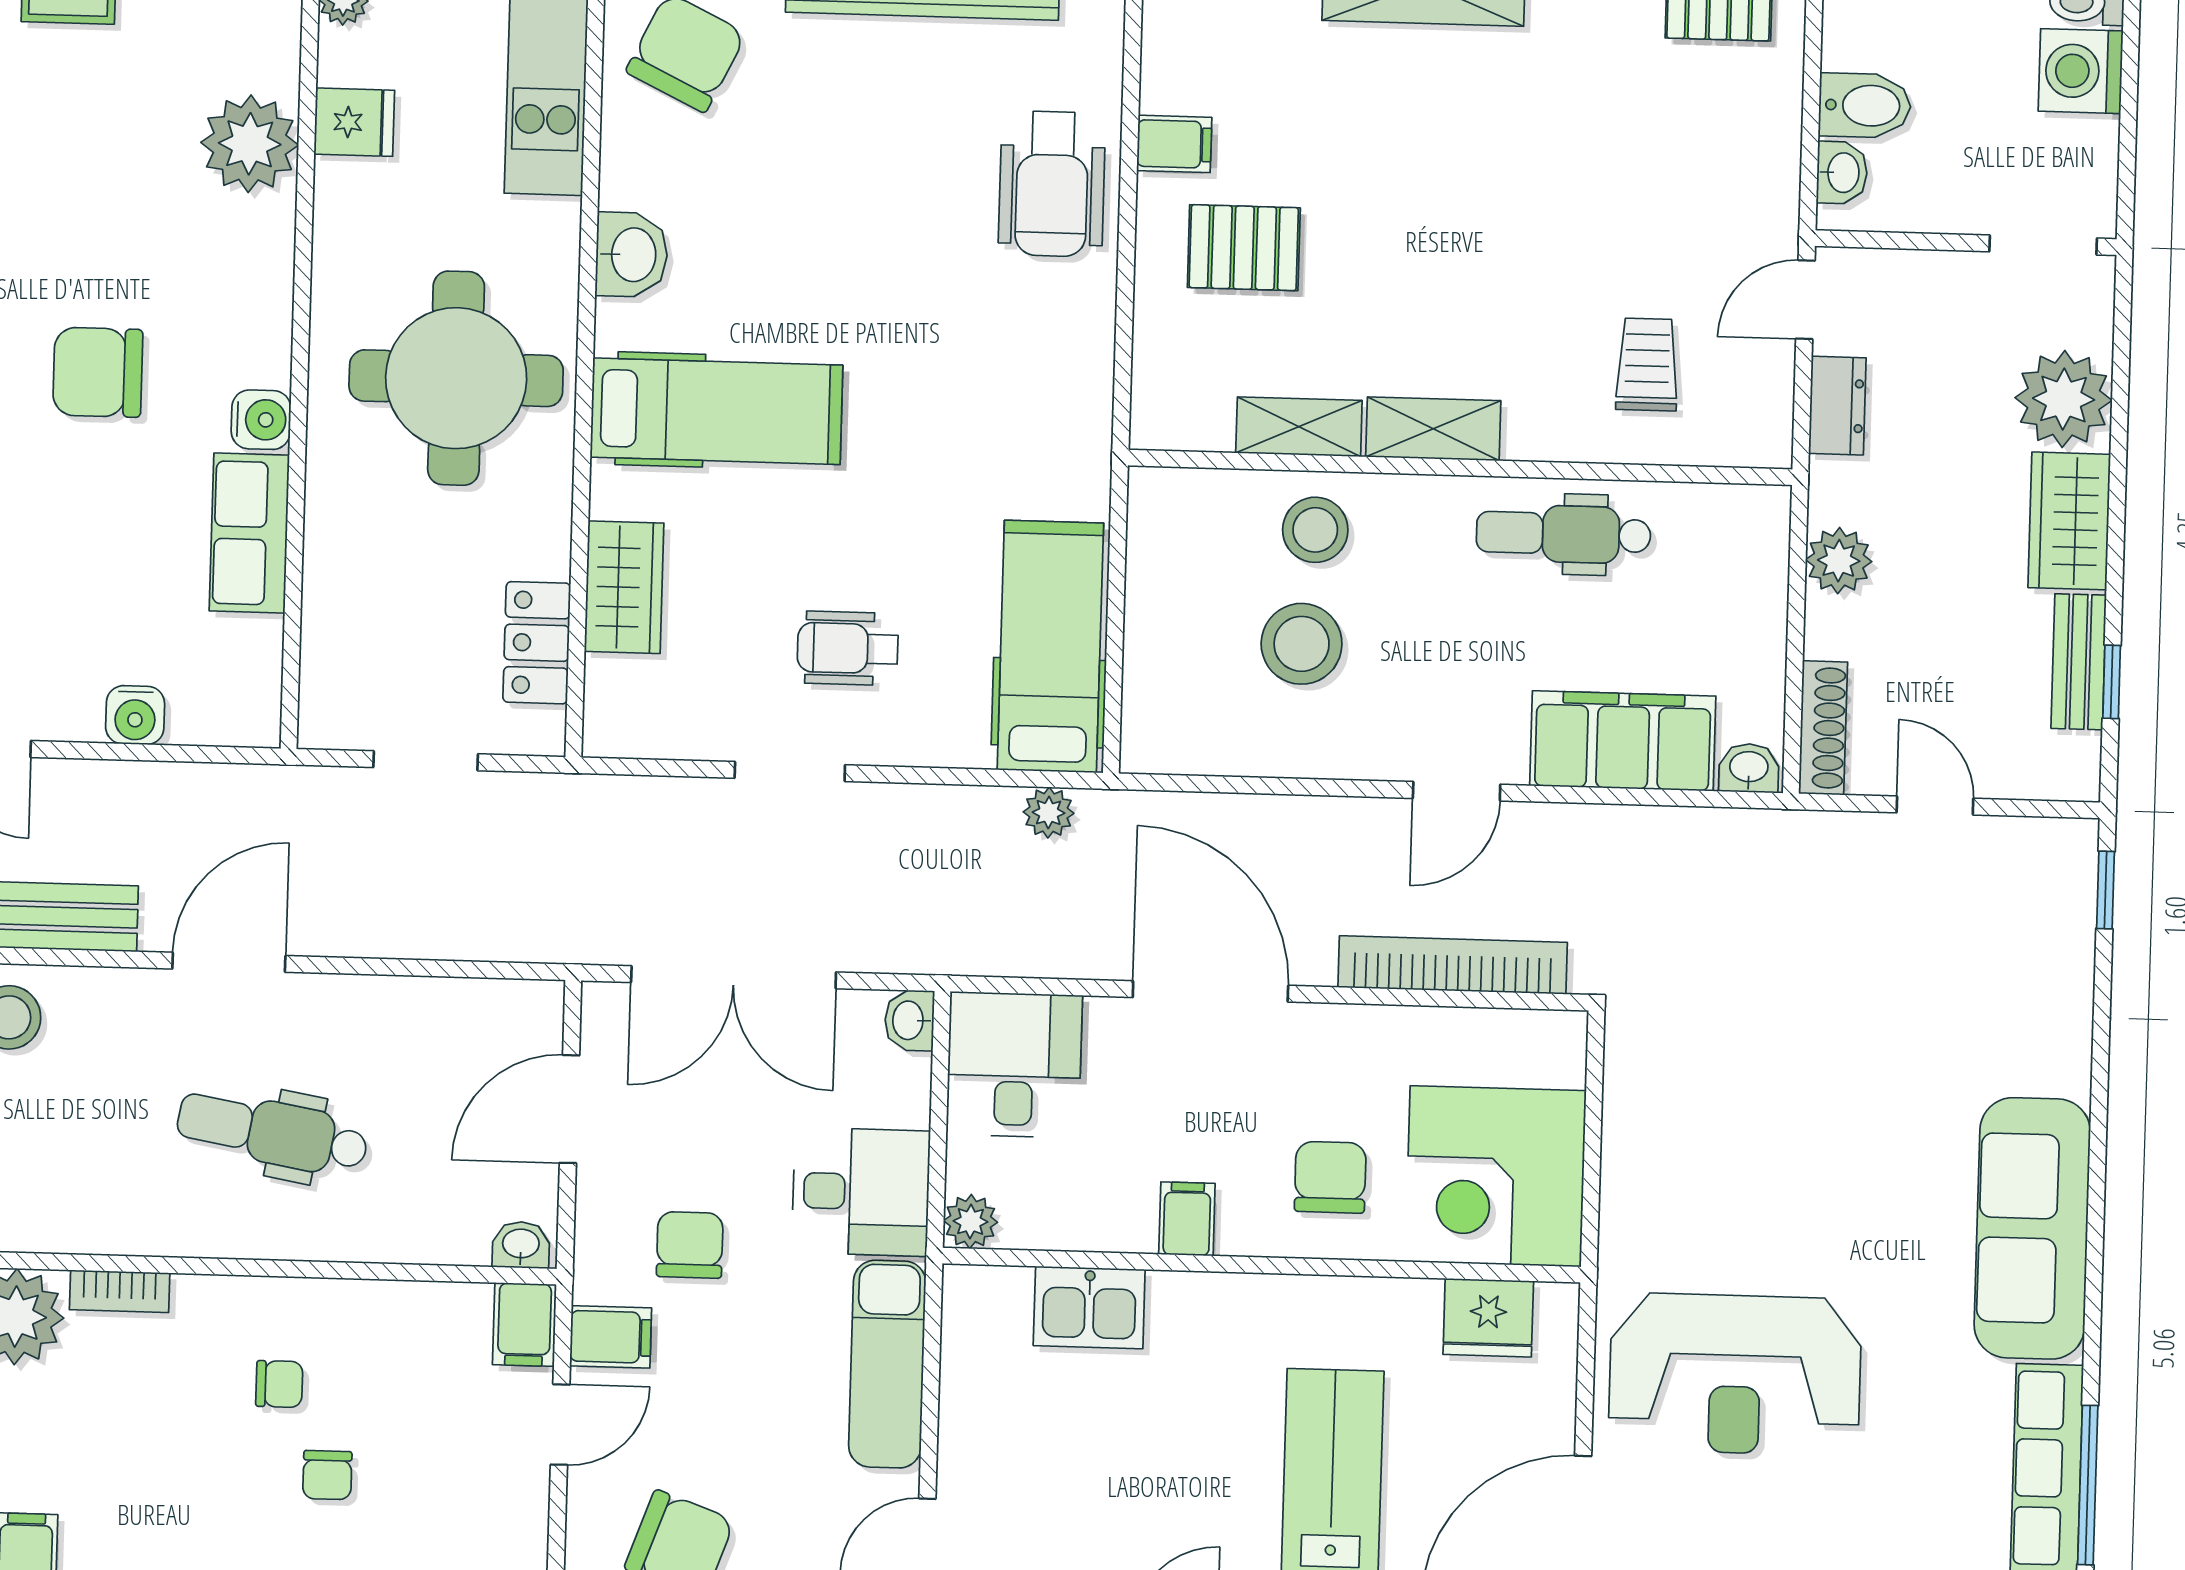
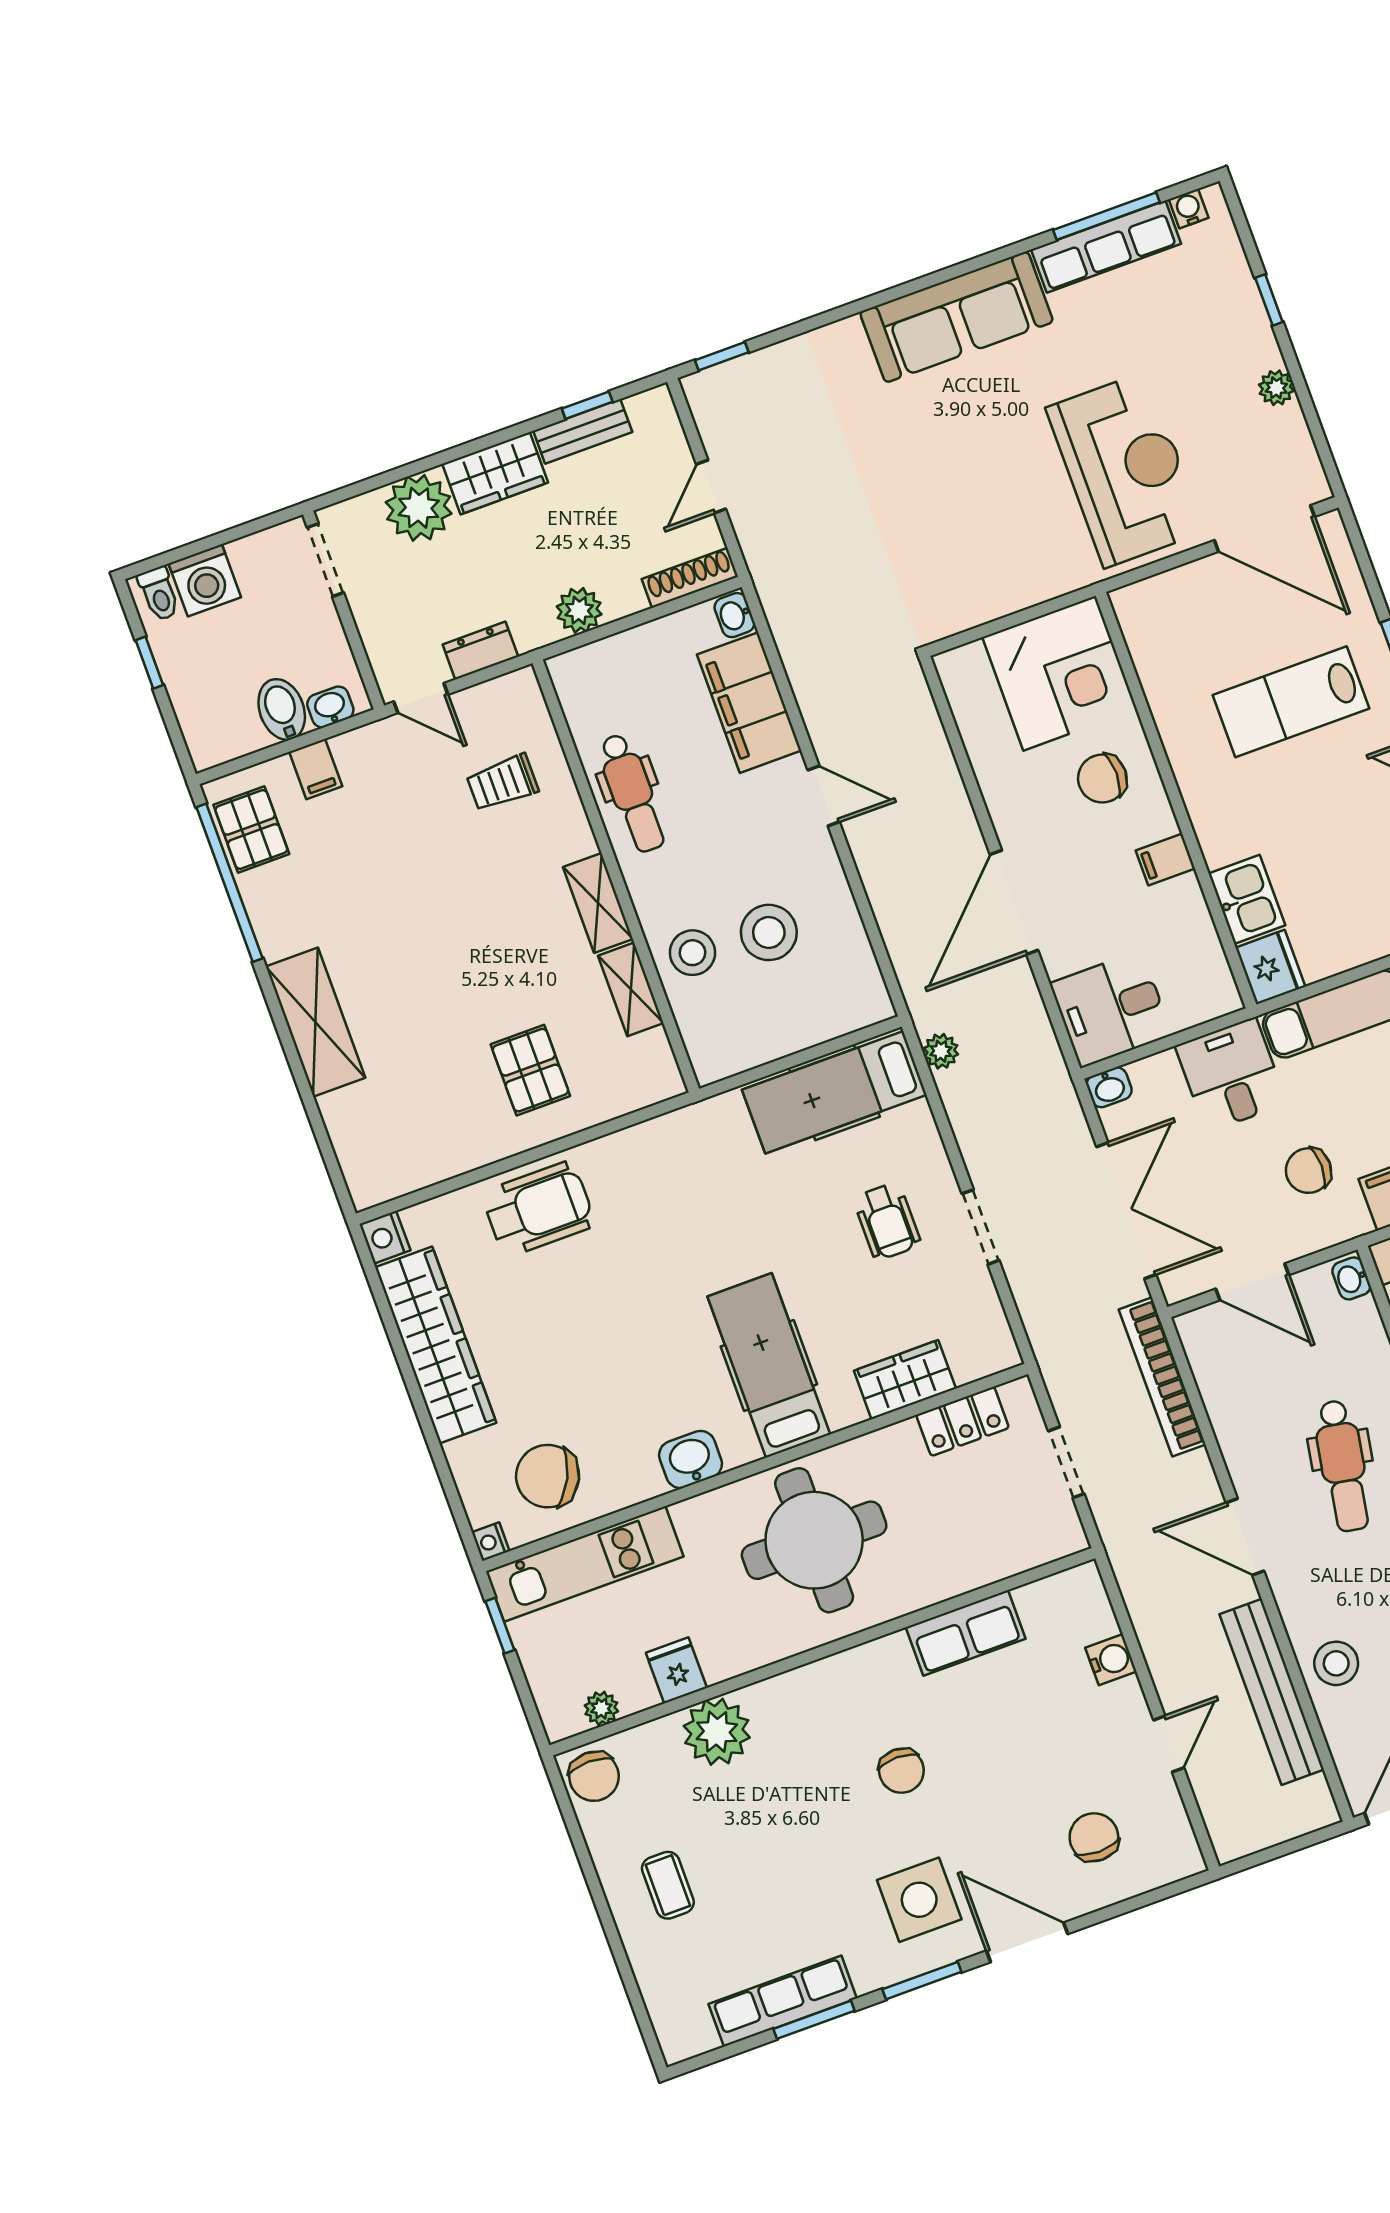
filing cabinet: (1174, 144) -> (316, 769), moved, turned 180
chair: (98, 372) -> (901, 1771), width x0.73, depth x0.73
water cooler: (261, 420) -> (890, 1654), removed
bookcase: (1453, 965) -> (1162, 1377), moved
plant: (971, 1221) -> (1222, 997), removed
fridge: (1488, 1318) -> (1270, 967), moved

